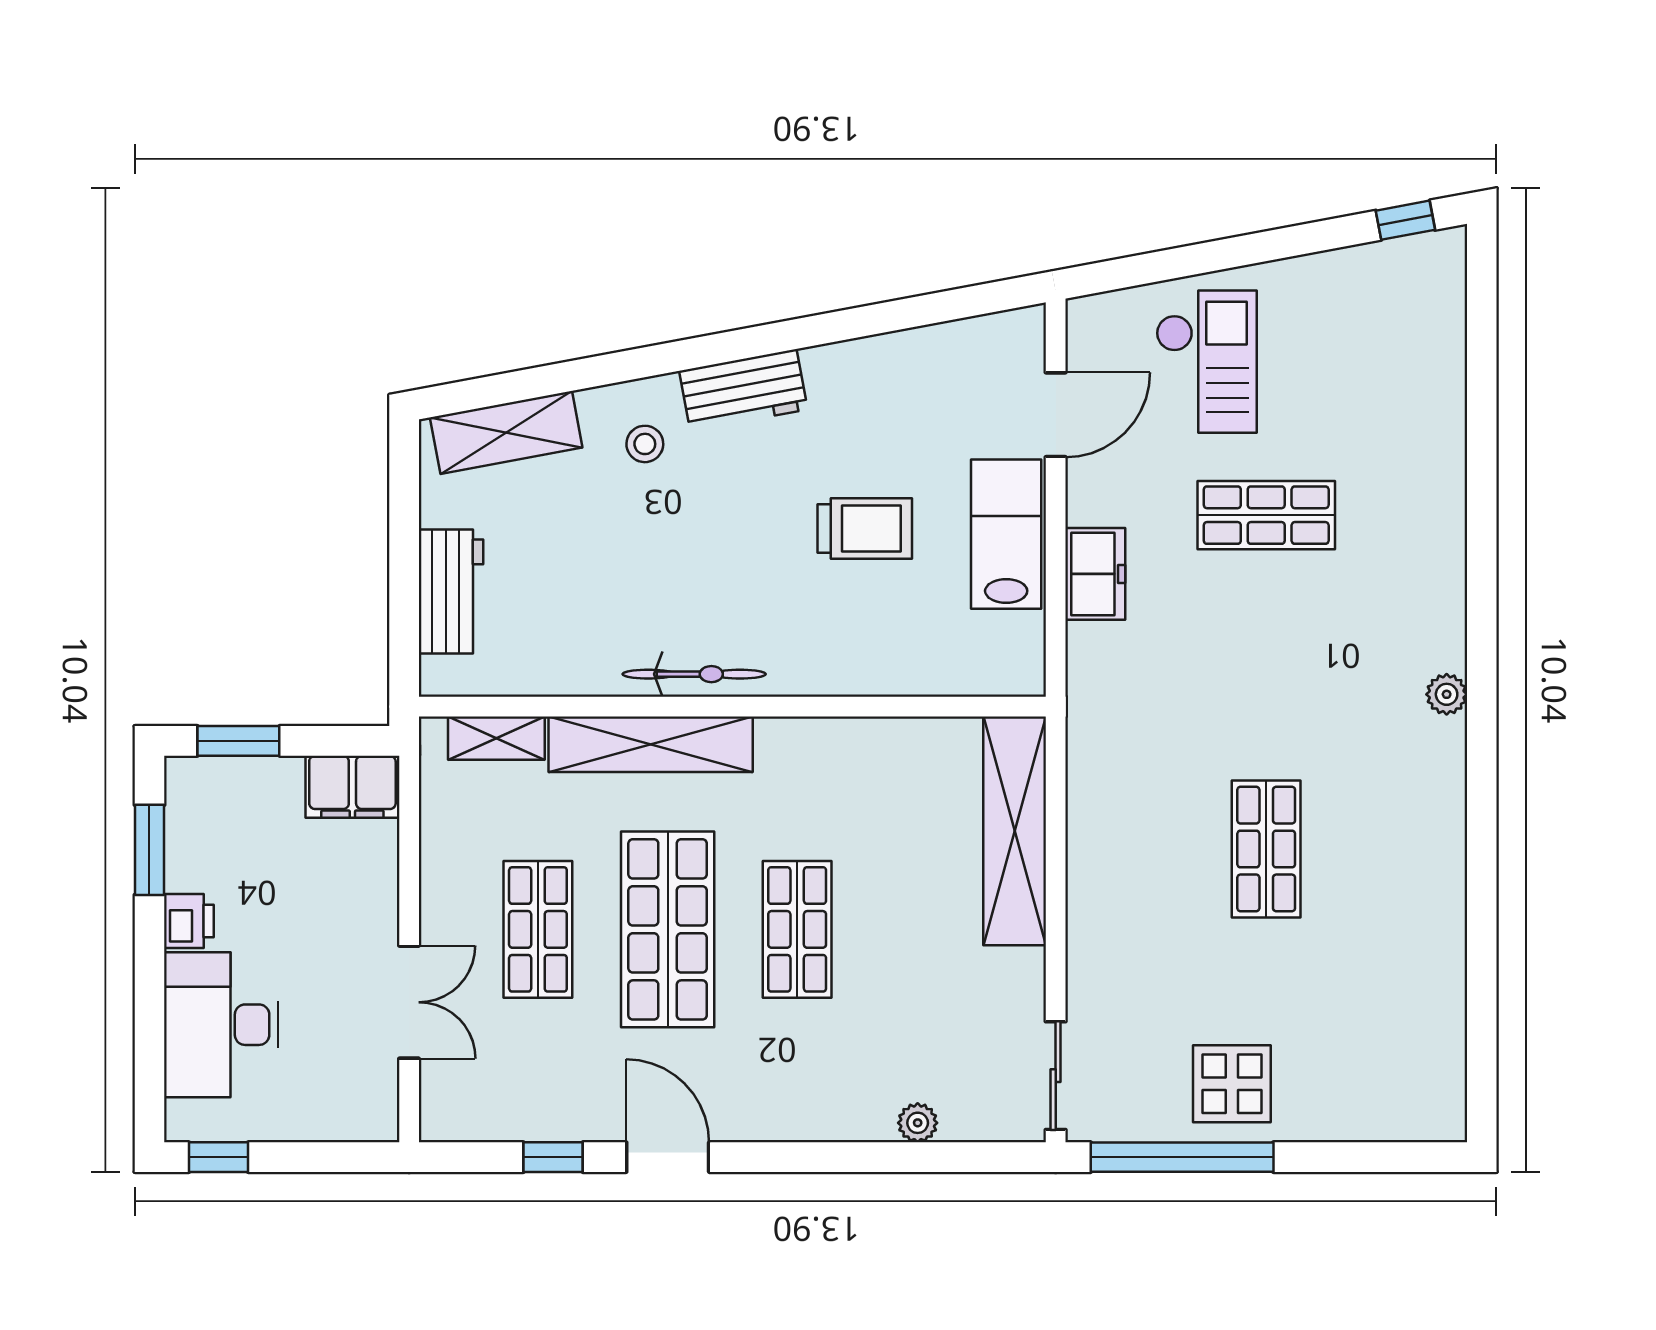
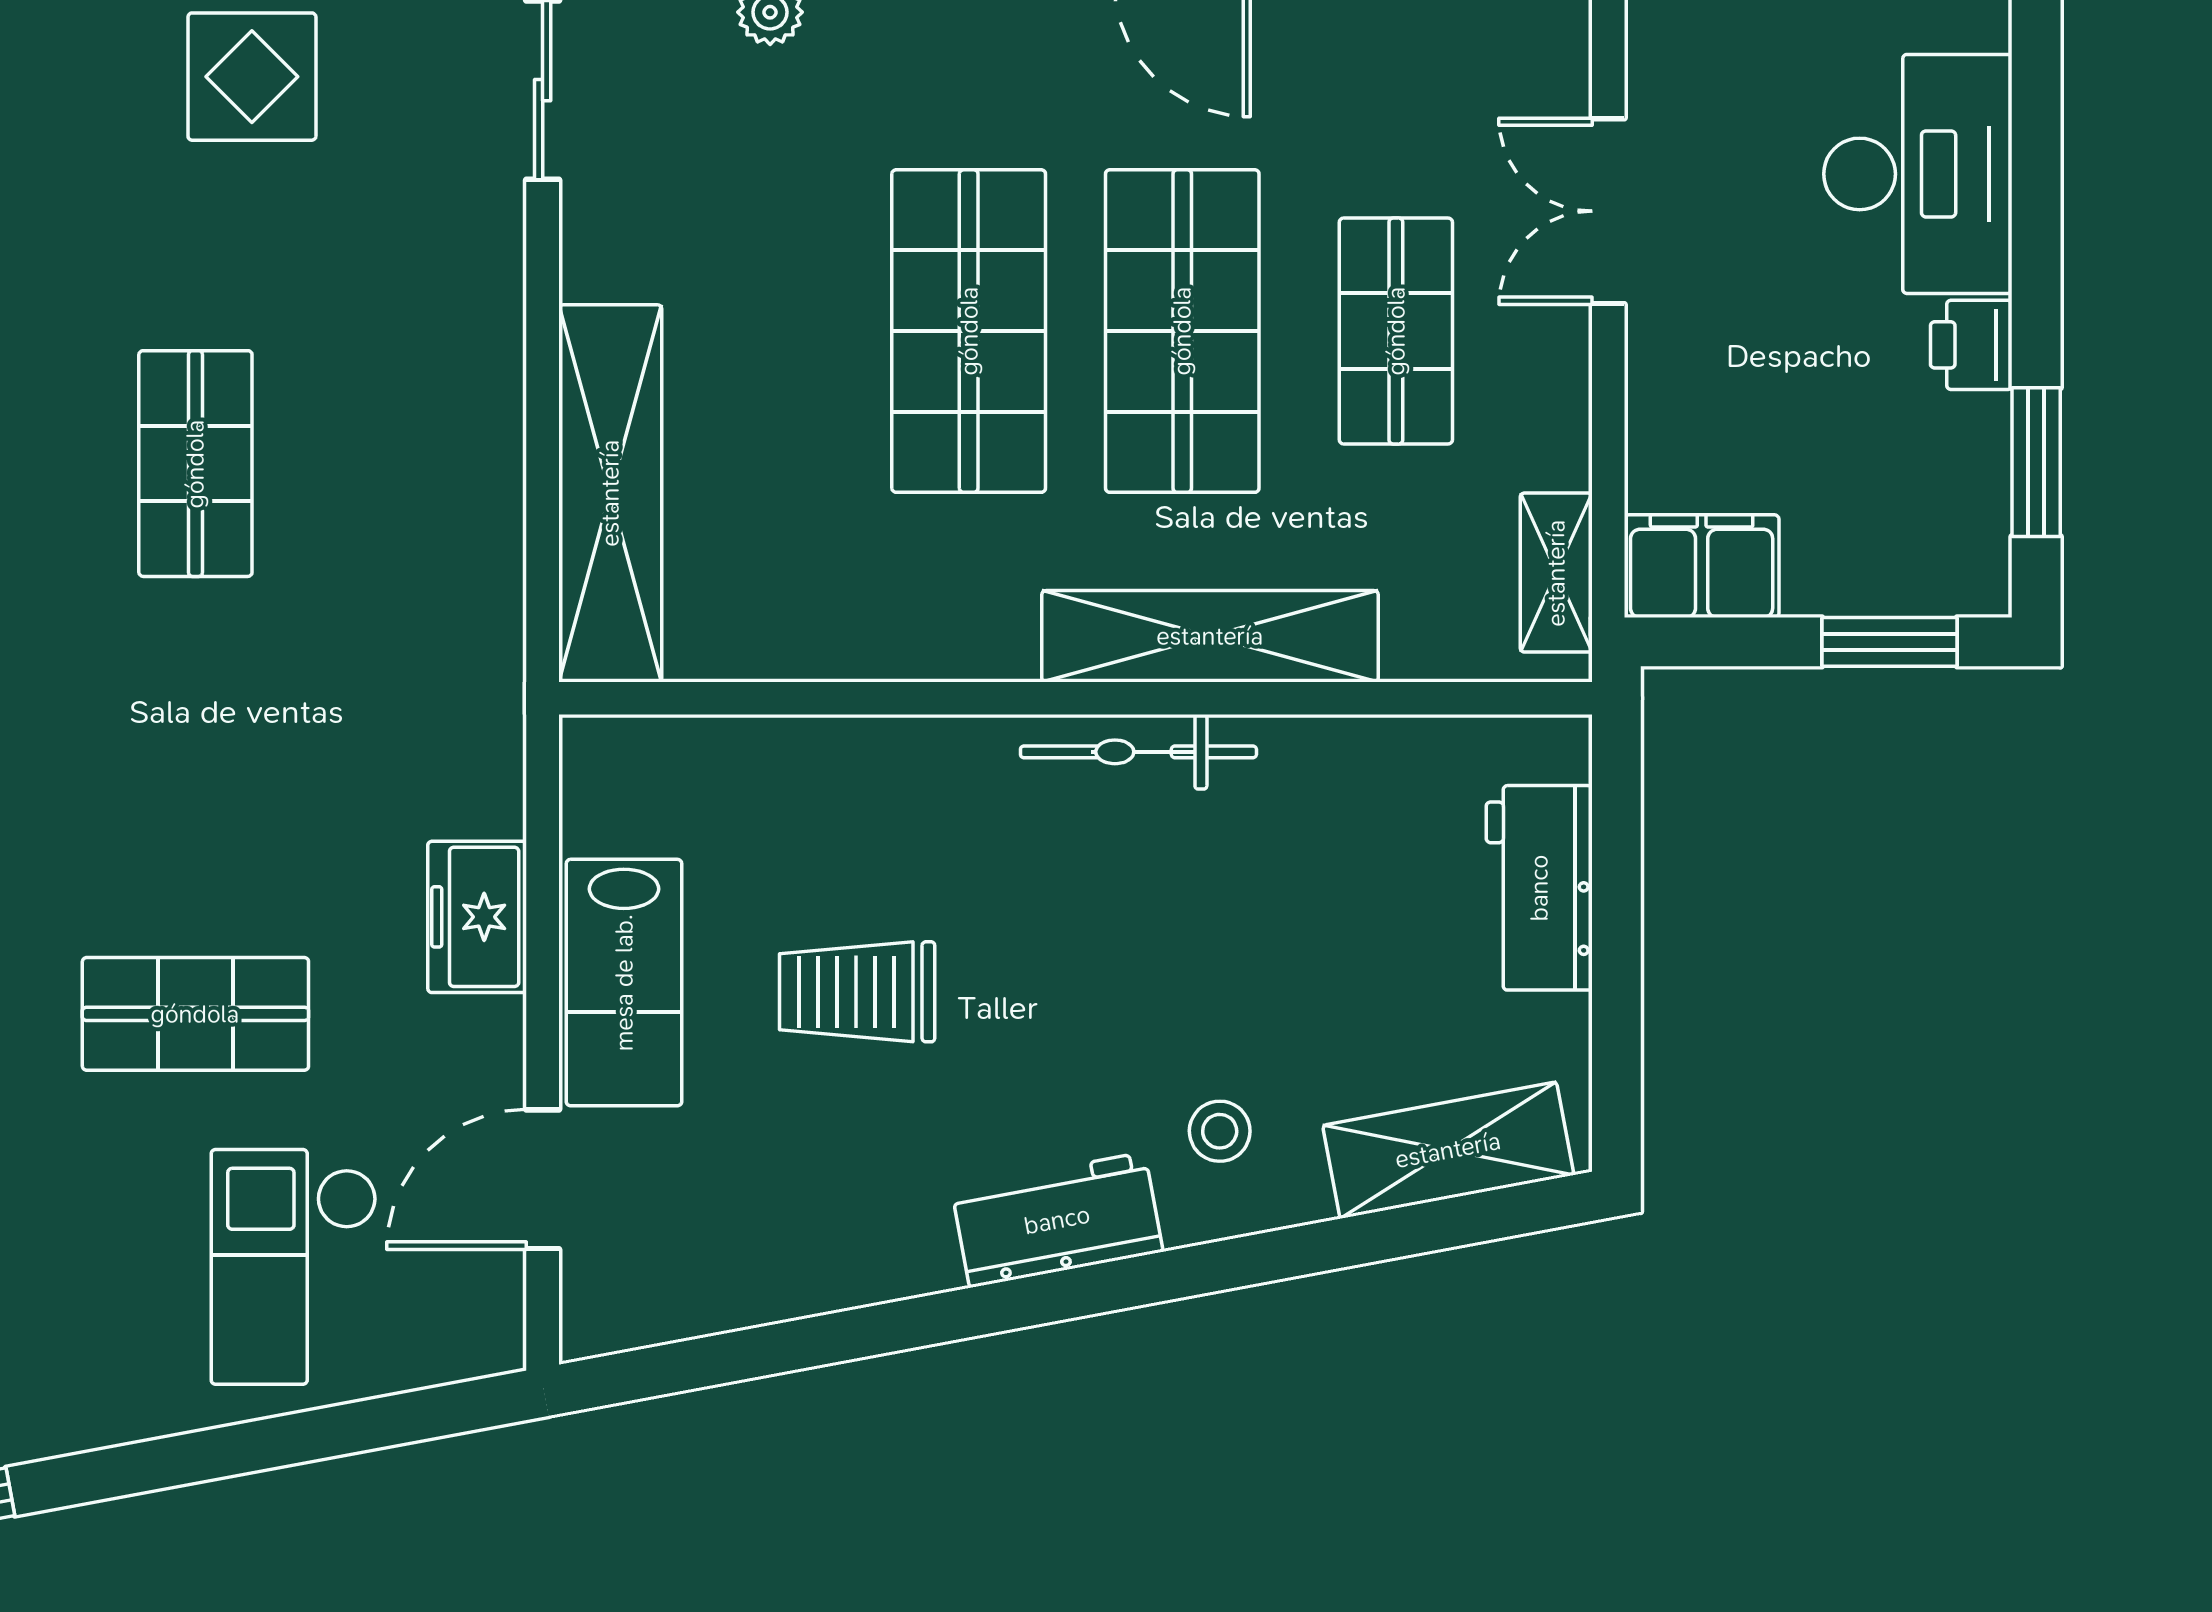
shelving: (496, 738) -> (1556, 573), moved, turned 90
shop shelf: (797, 929) -> (969, 331), width x1.43, depth x1.36

